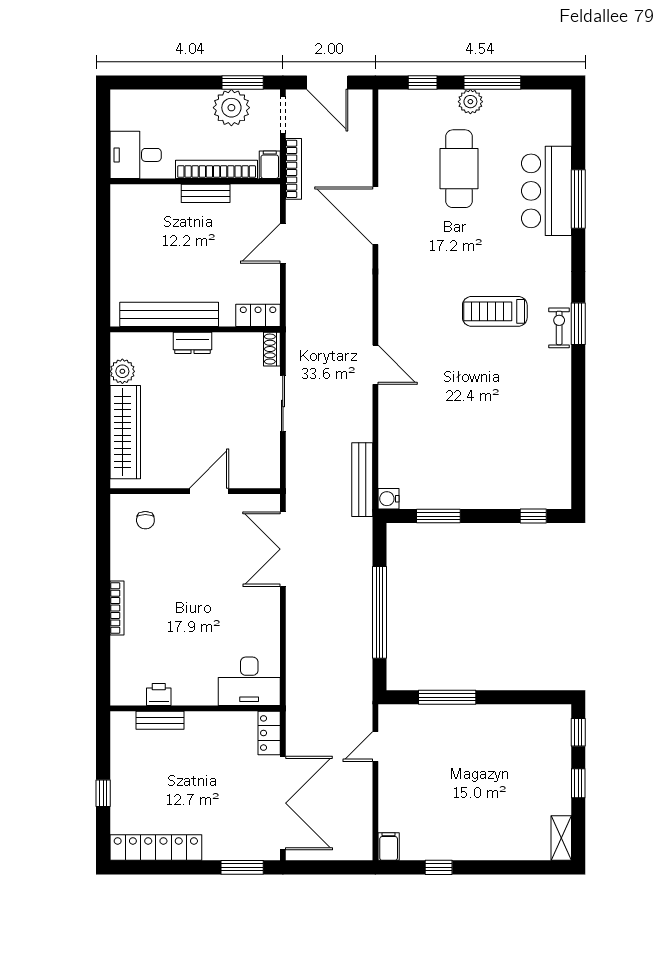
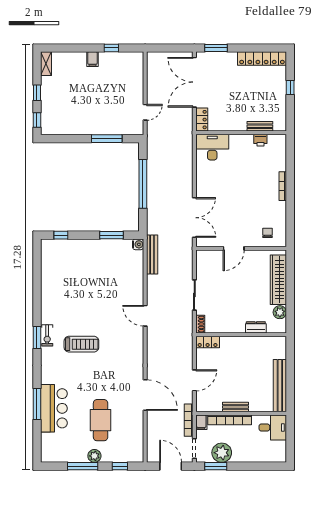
bench: (169, 314) -> (280, 386), moved, turned 90
dresser: (193, 343) -> (256, 327), moved
filing cabinet: (389, 846) -> (92, 59), moved

